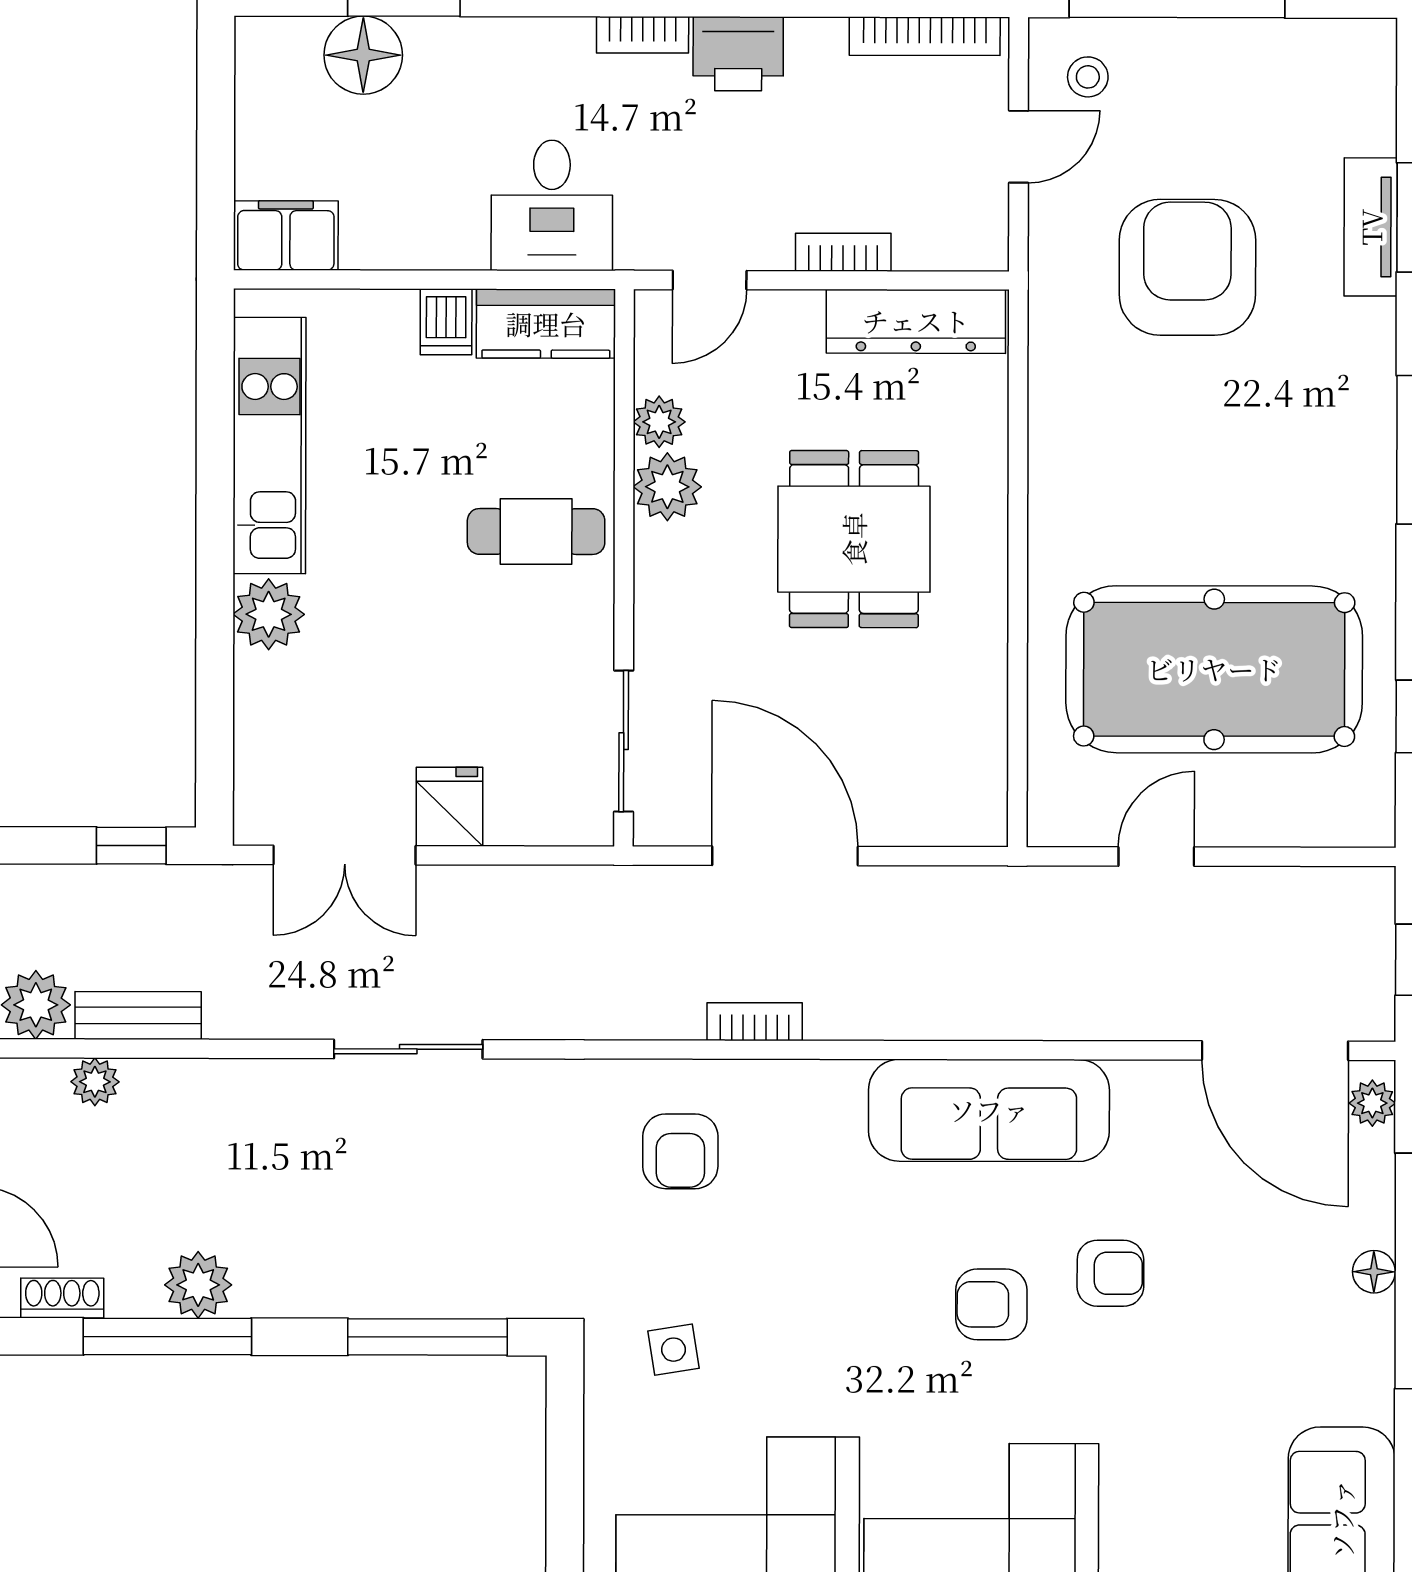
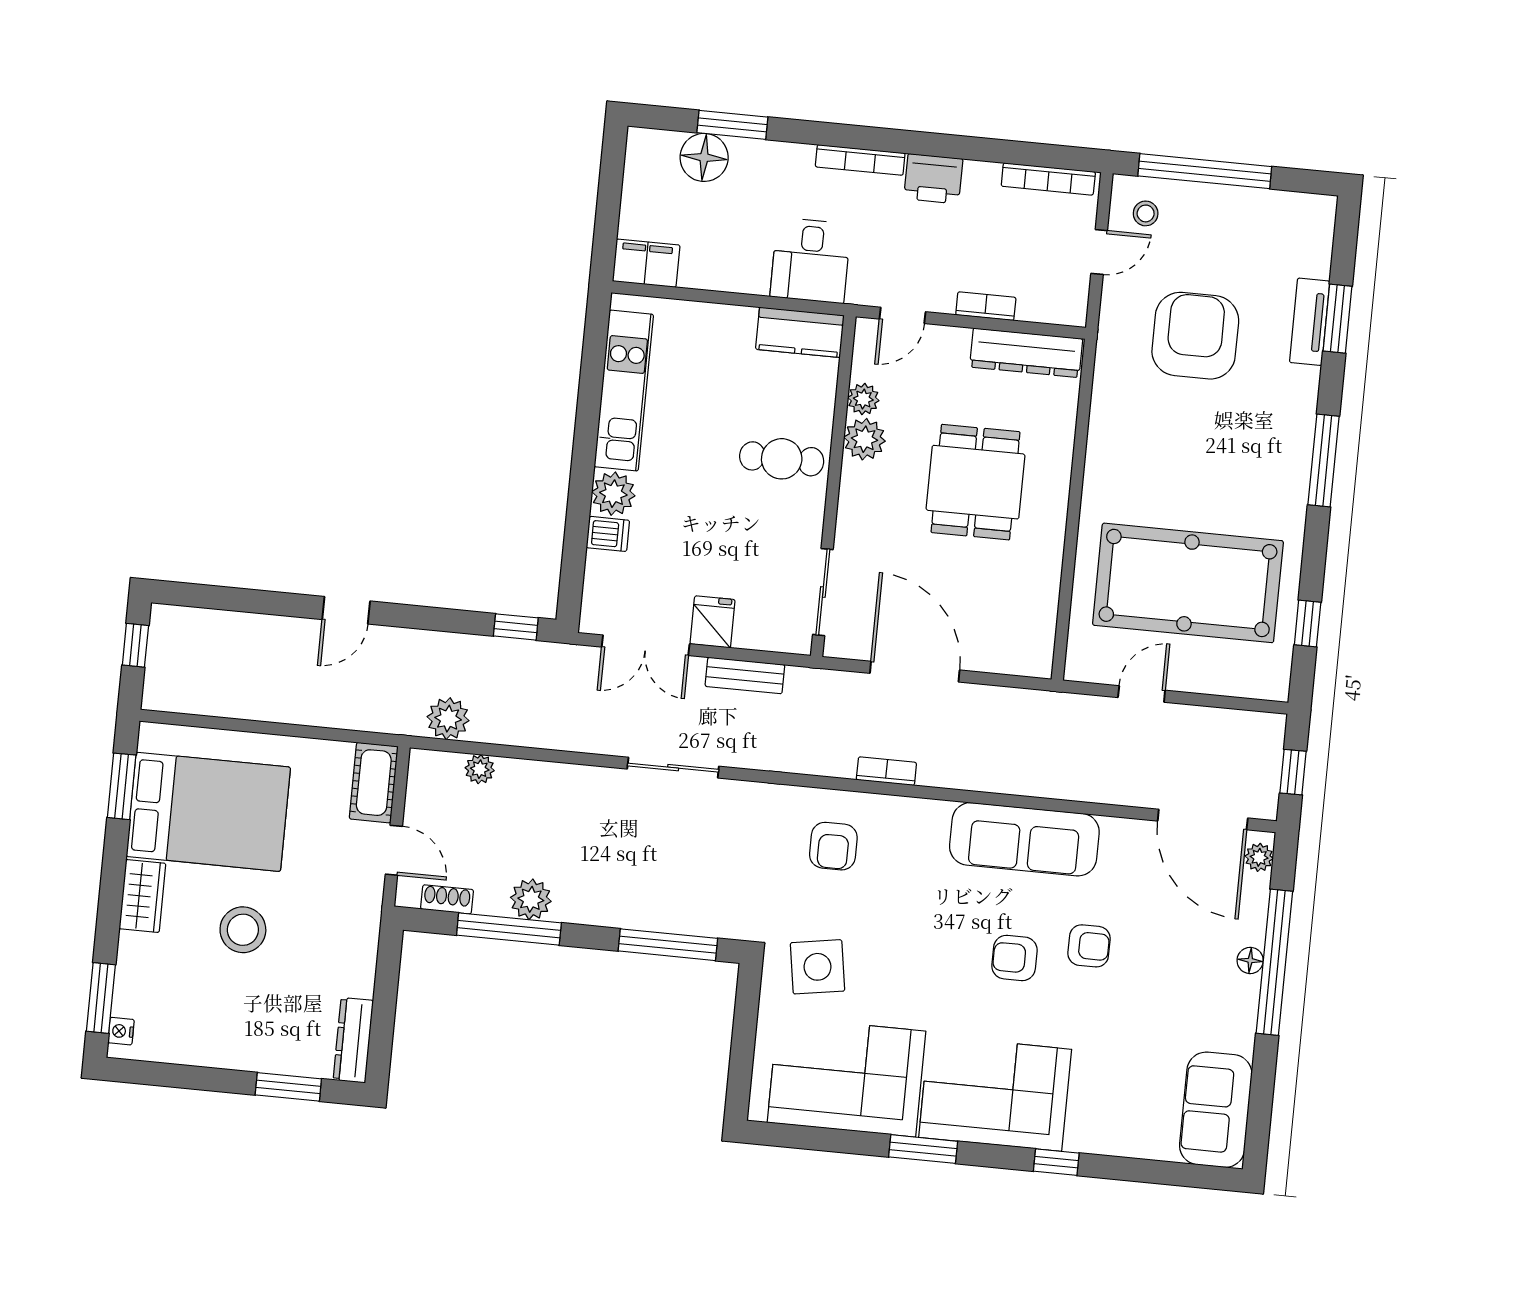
bookcase: (643, 35) -> (860, 160), width x1.56
dishwasher: (446, 322) -> (608, 534), moved, turned -90
bench: (138, 1016) -> (745, 675), moved
side table: (674, 1350) -> (818, 967), width x1.87, depth x1.87

